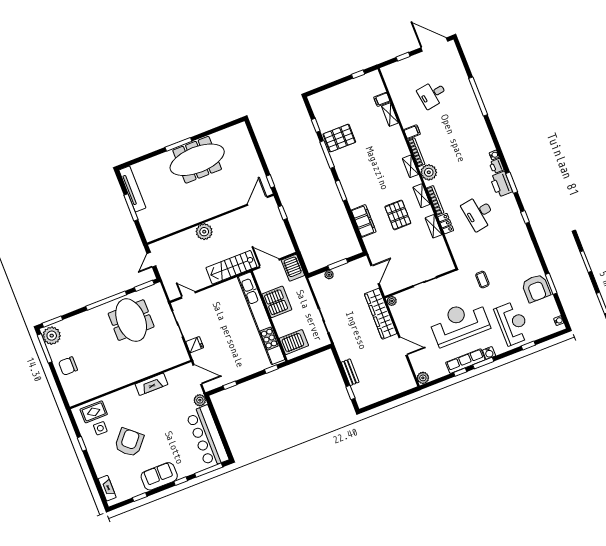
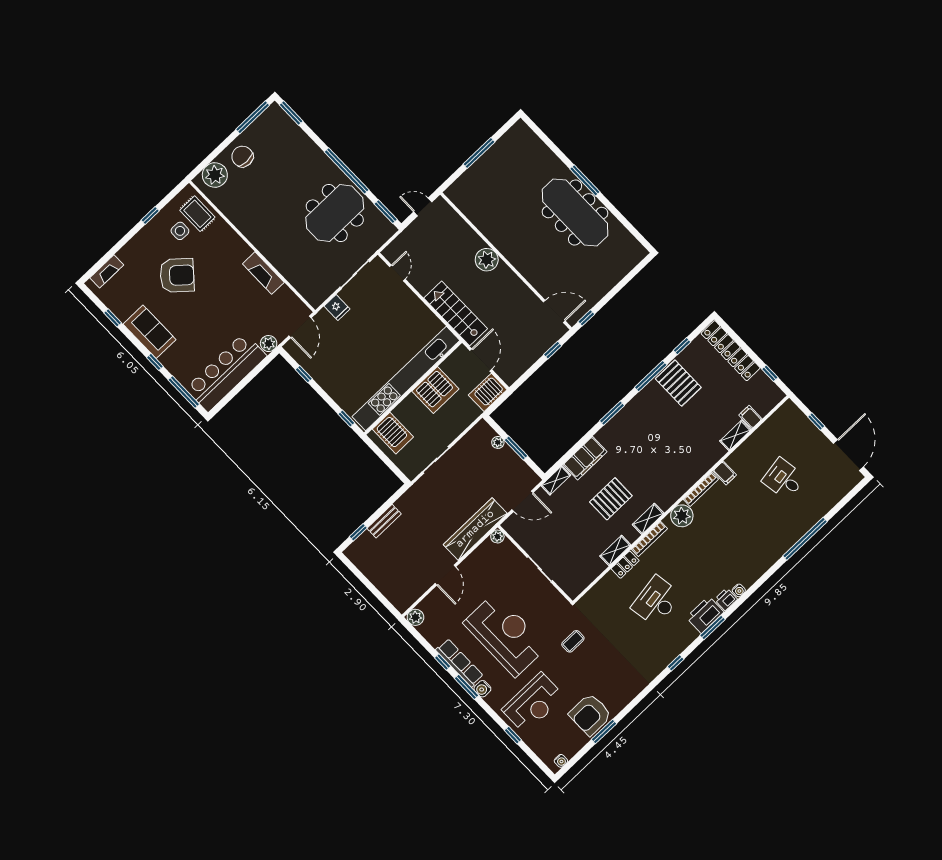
locker: (332, 94) -> (731, 351), added
shelving: (410, 166) -> (556, 480), moved
tv unit: (132, 189) -> (503, 145), removed
plant: (52, 336) -> (215, 175), moved

